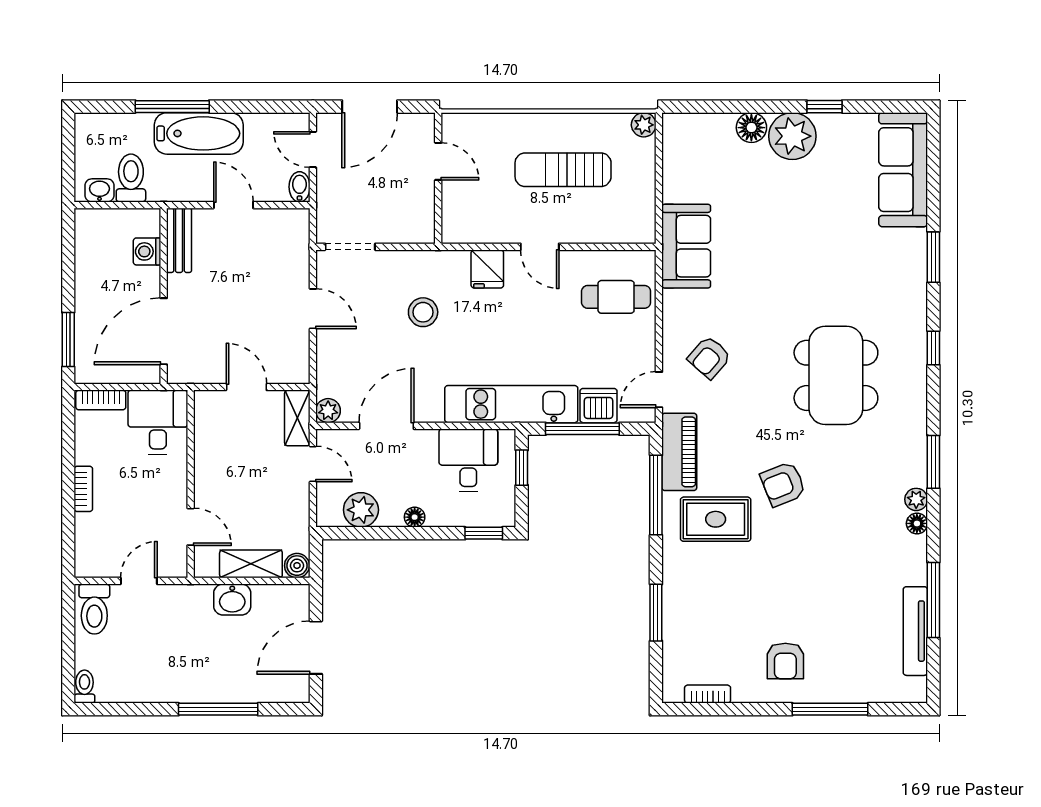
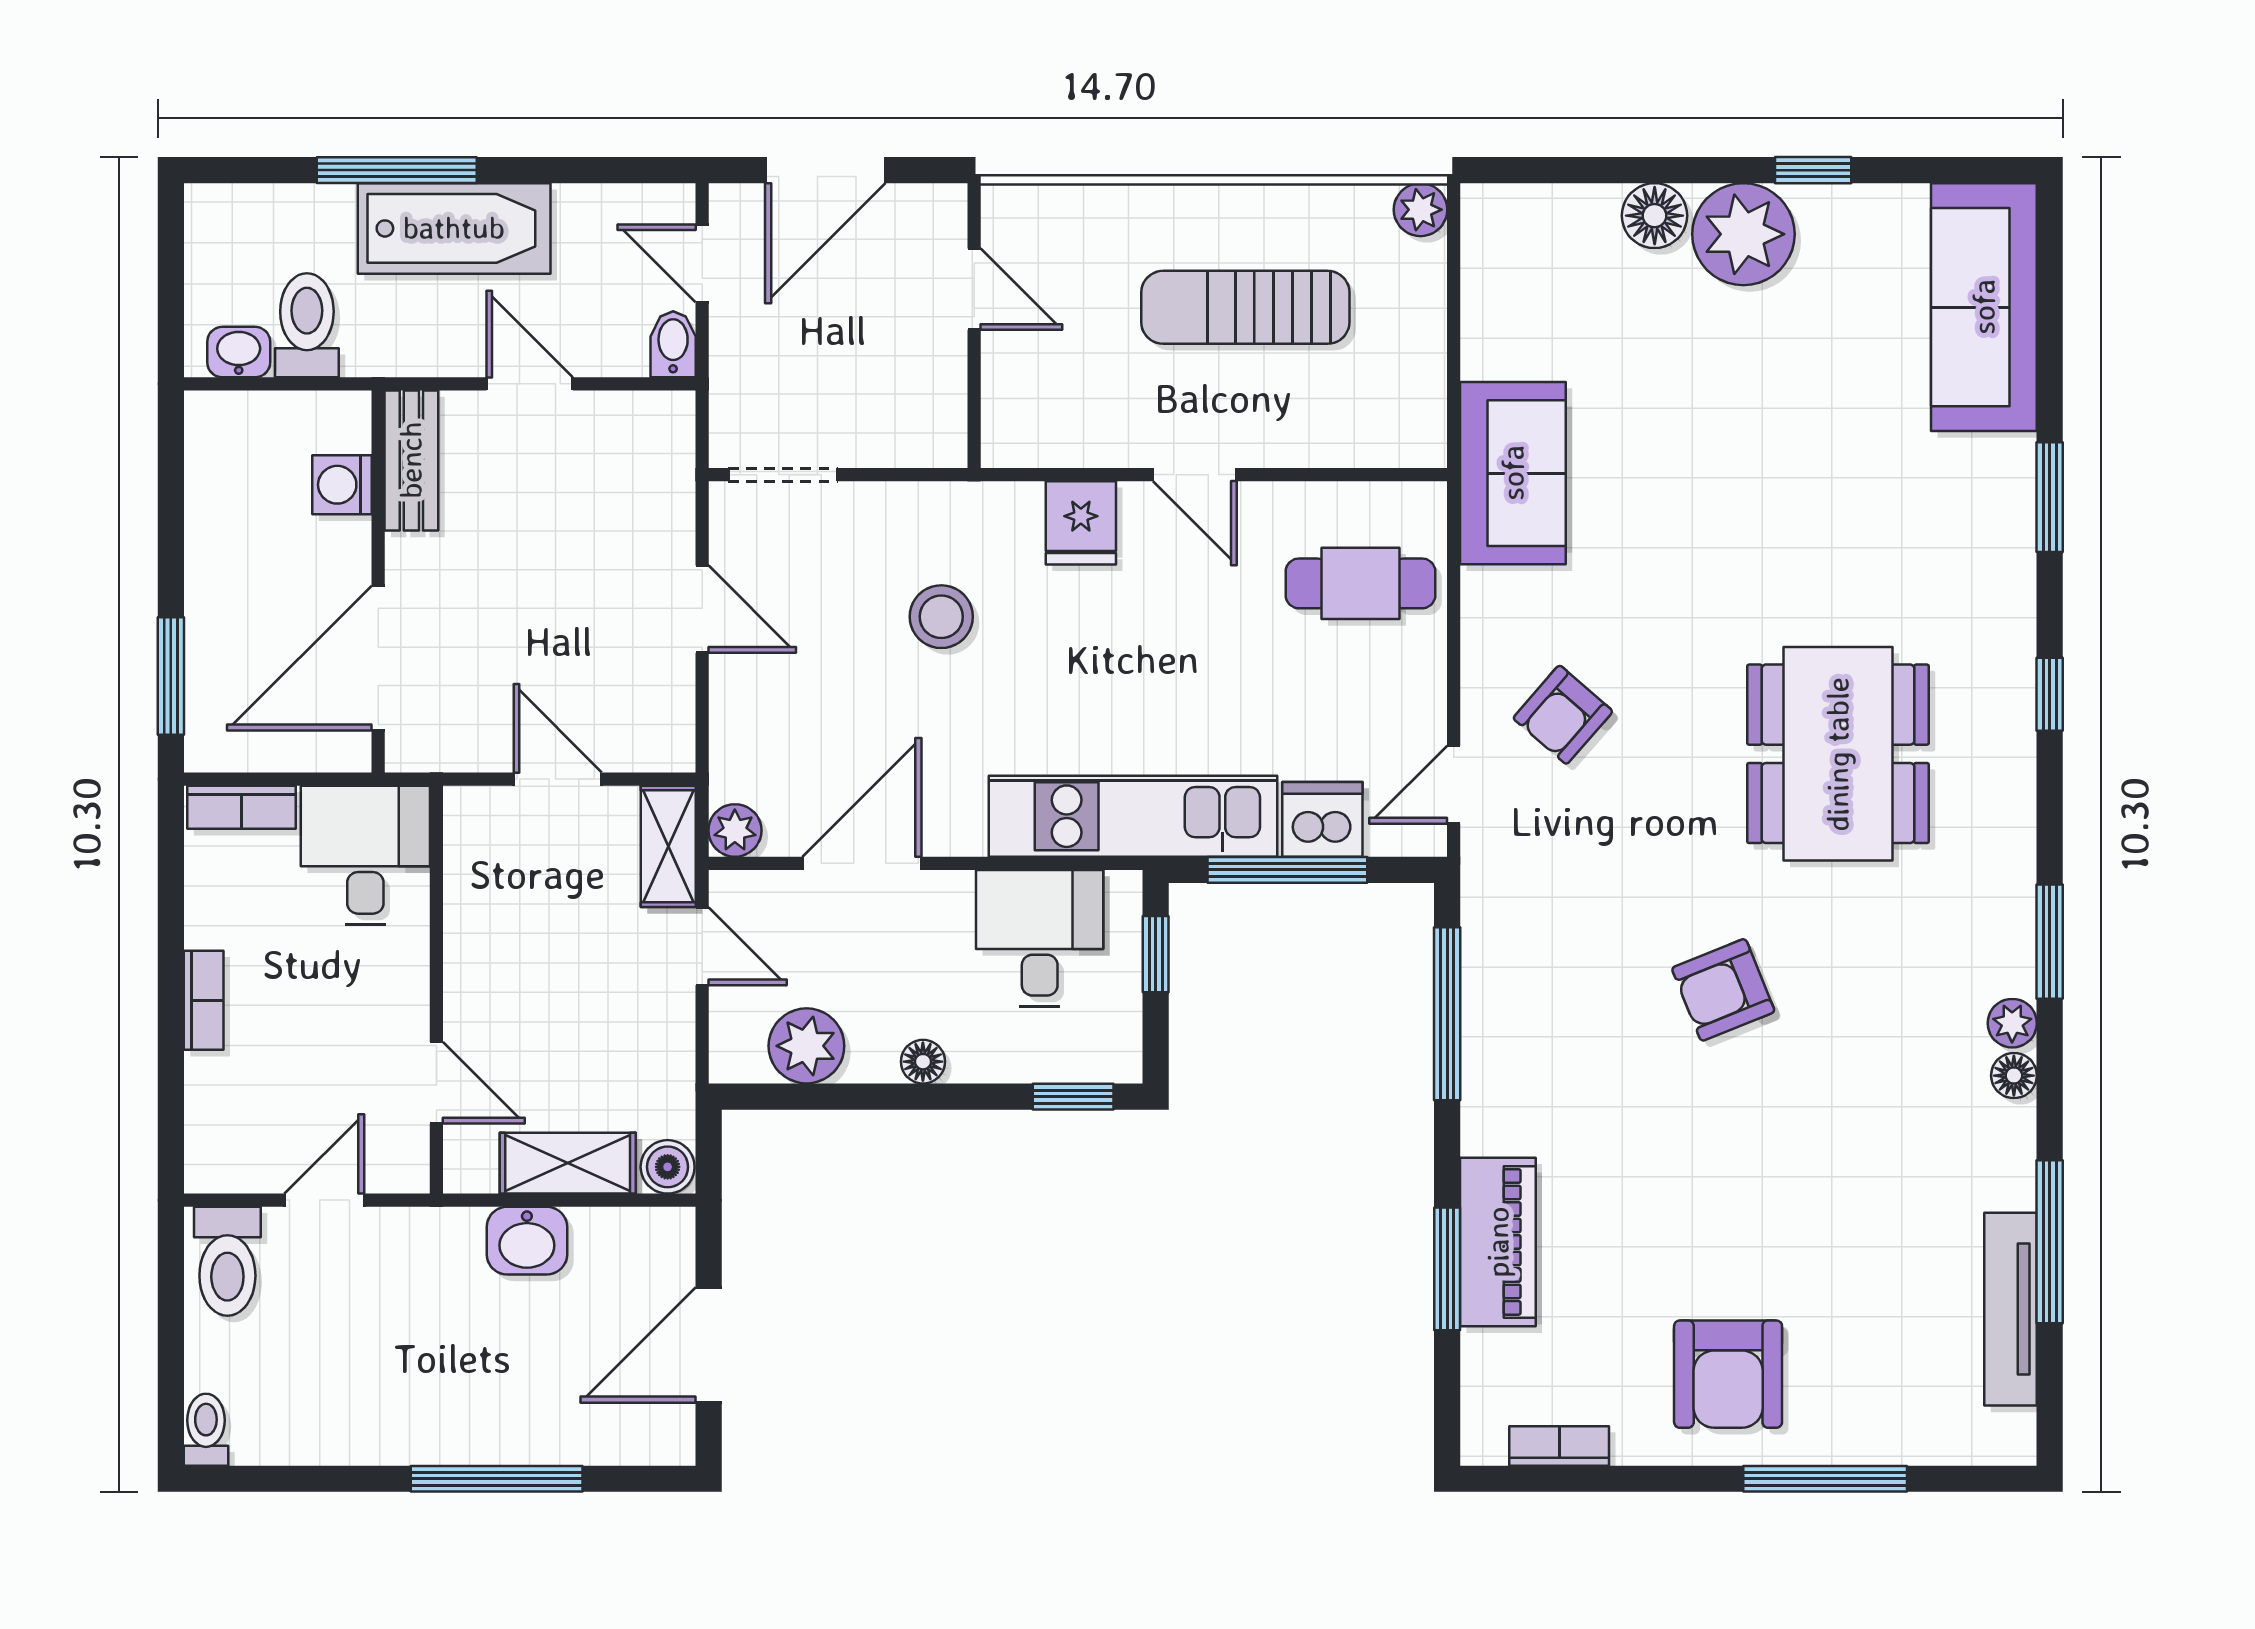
piano: (679, 452) -> (1498, 1242), moved
rug: (716, 519) -> (1577, 1066), removed
armchair: (785, 661) -> (1728, 1374), width x1.38, depth x1.38

